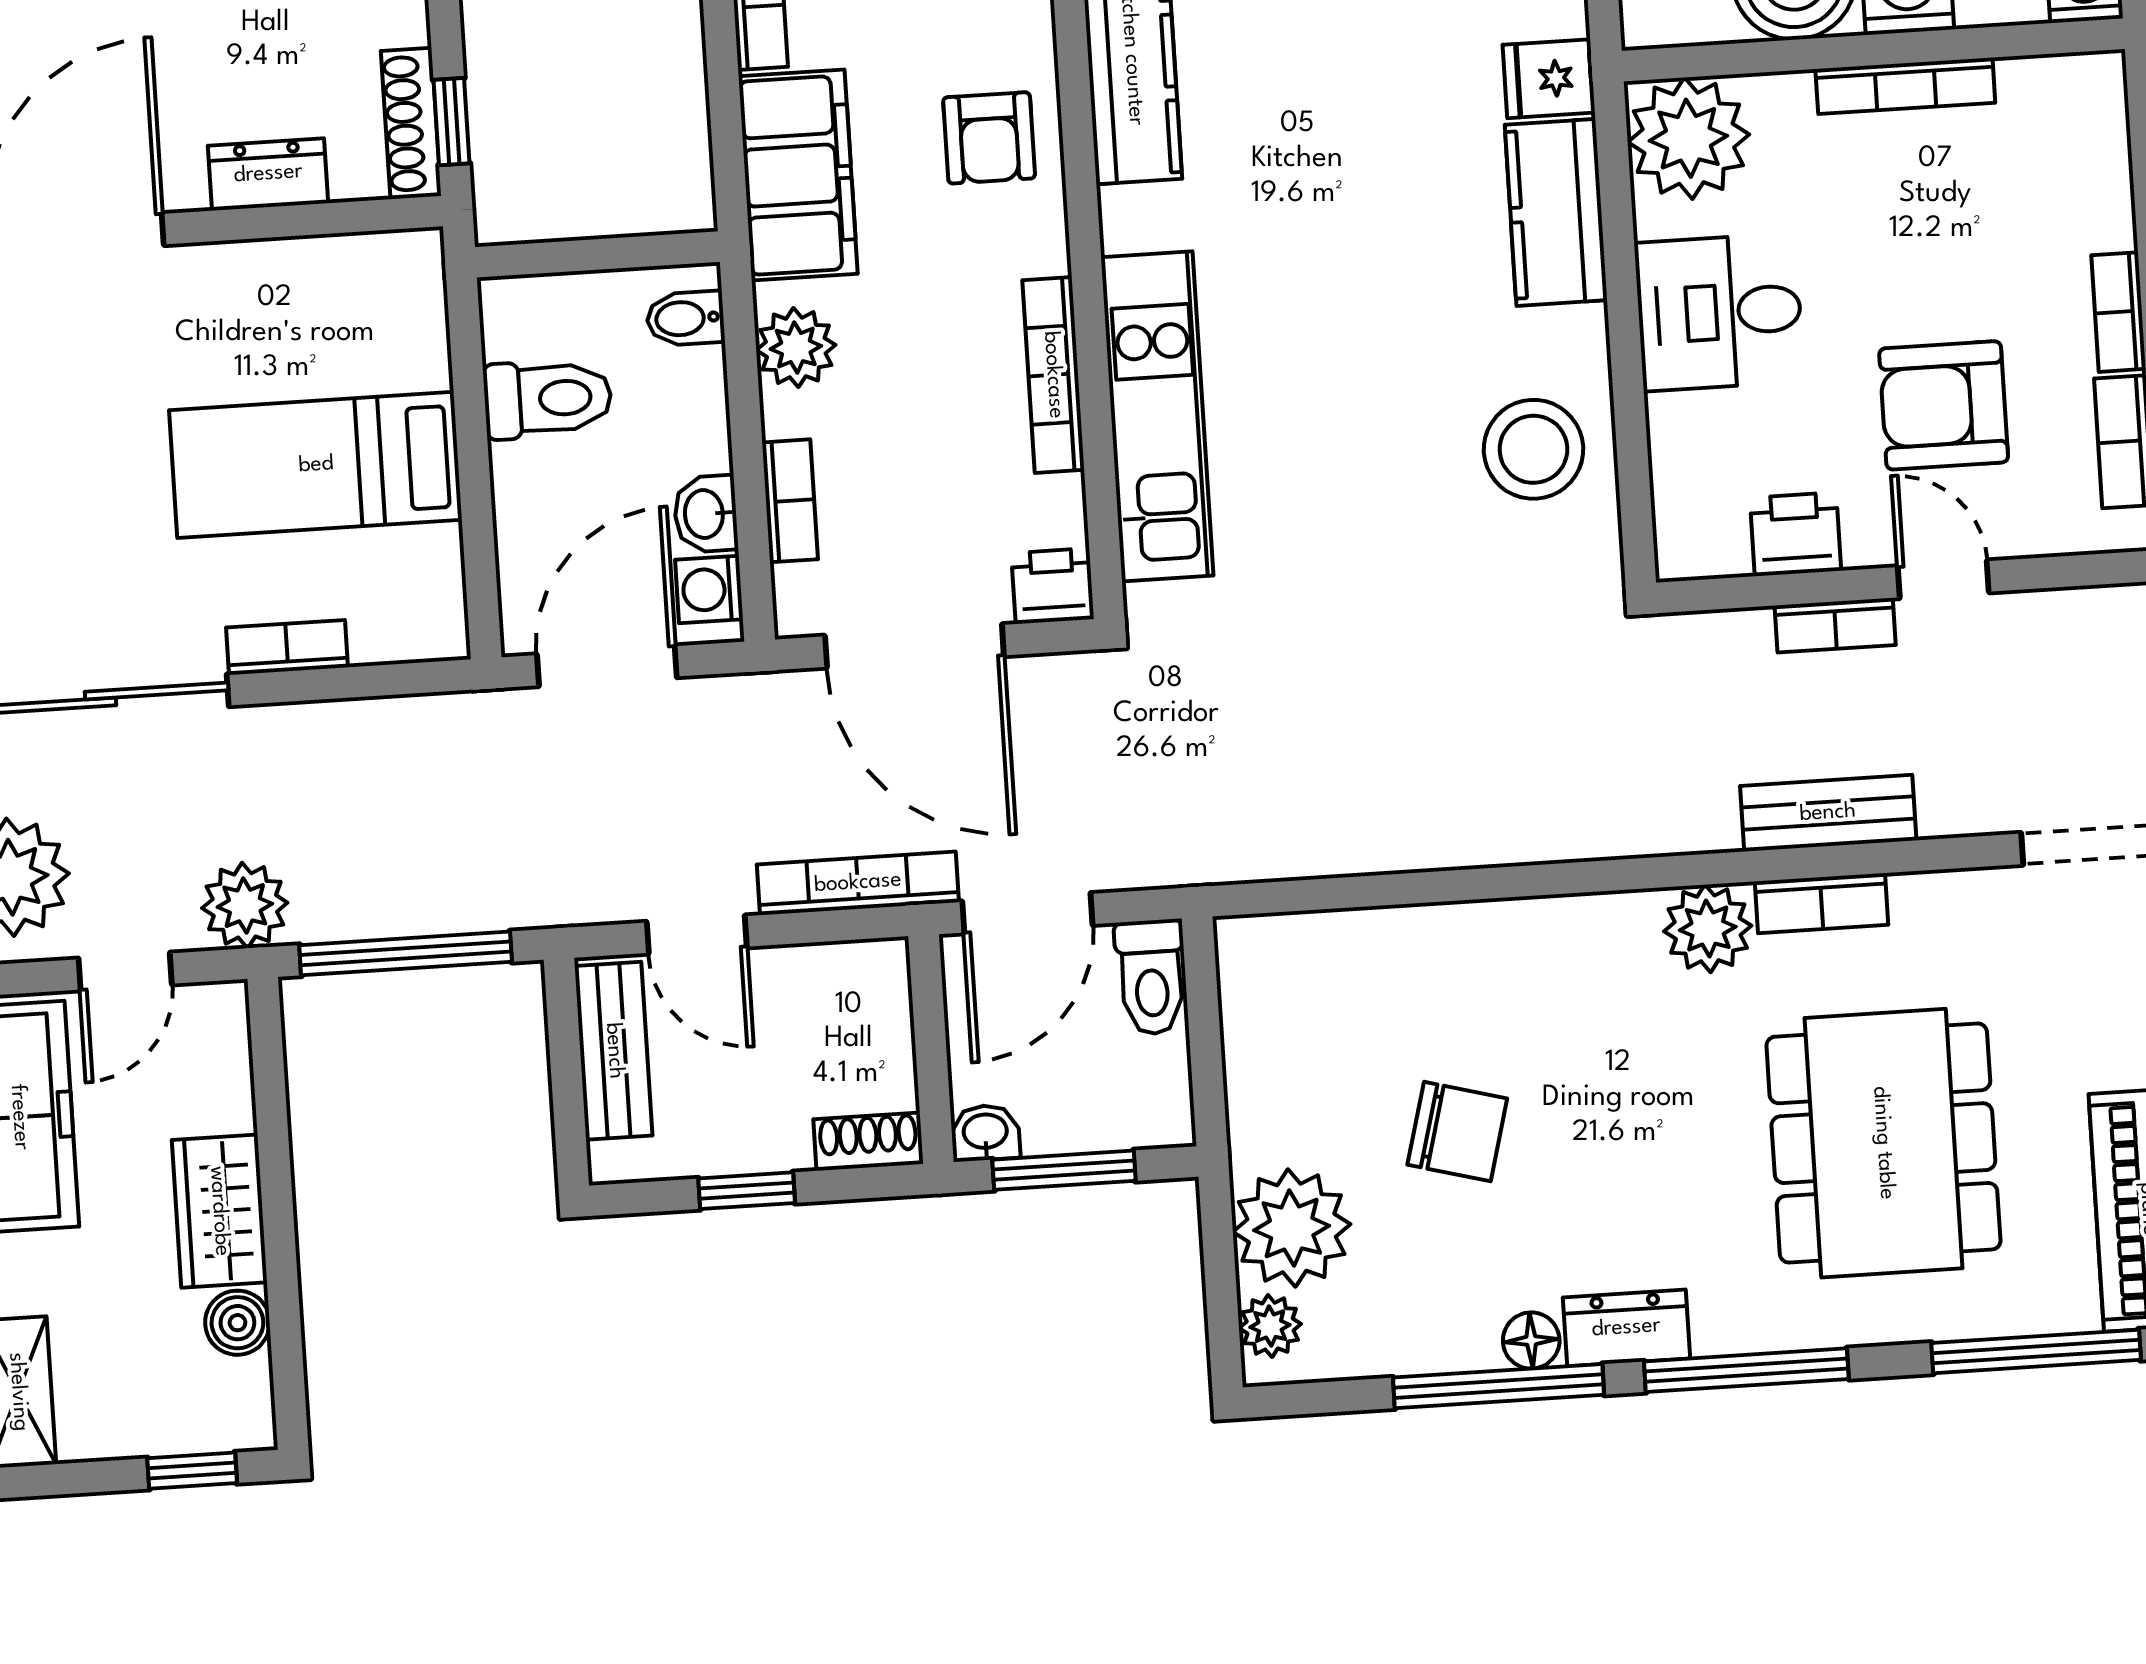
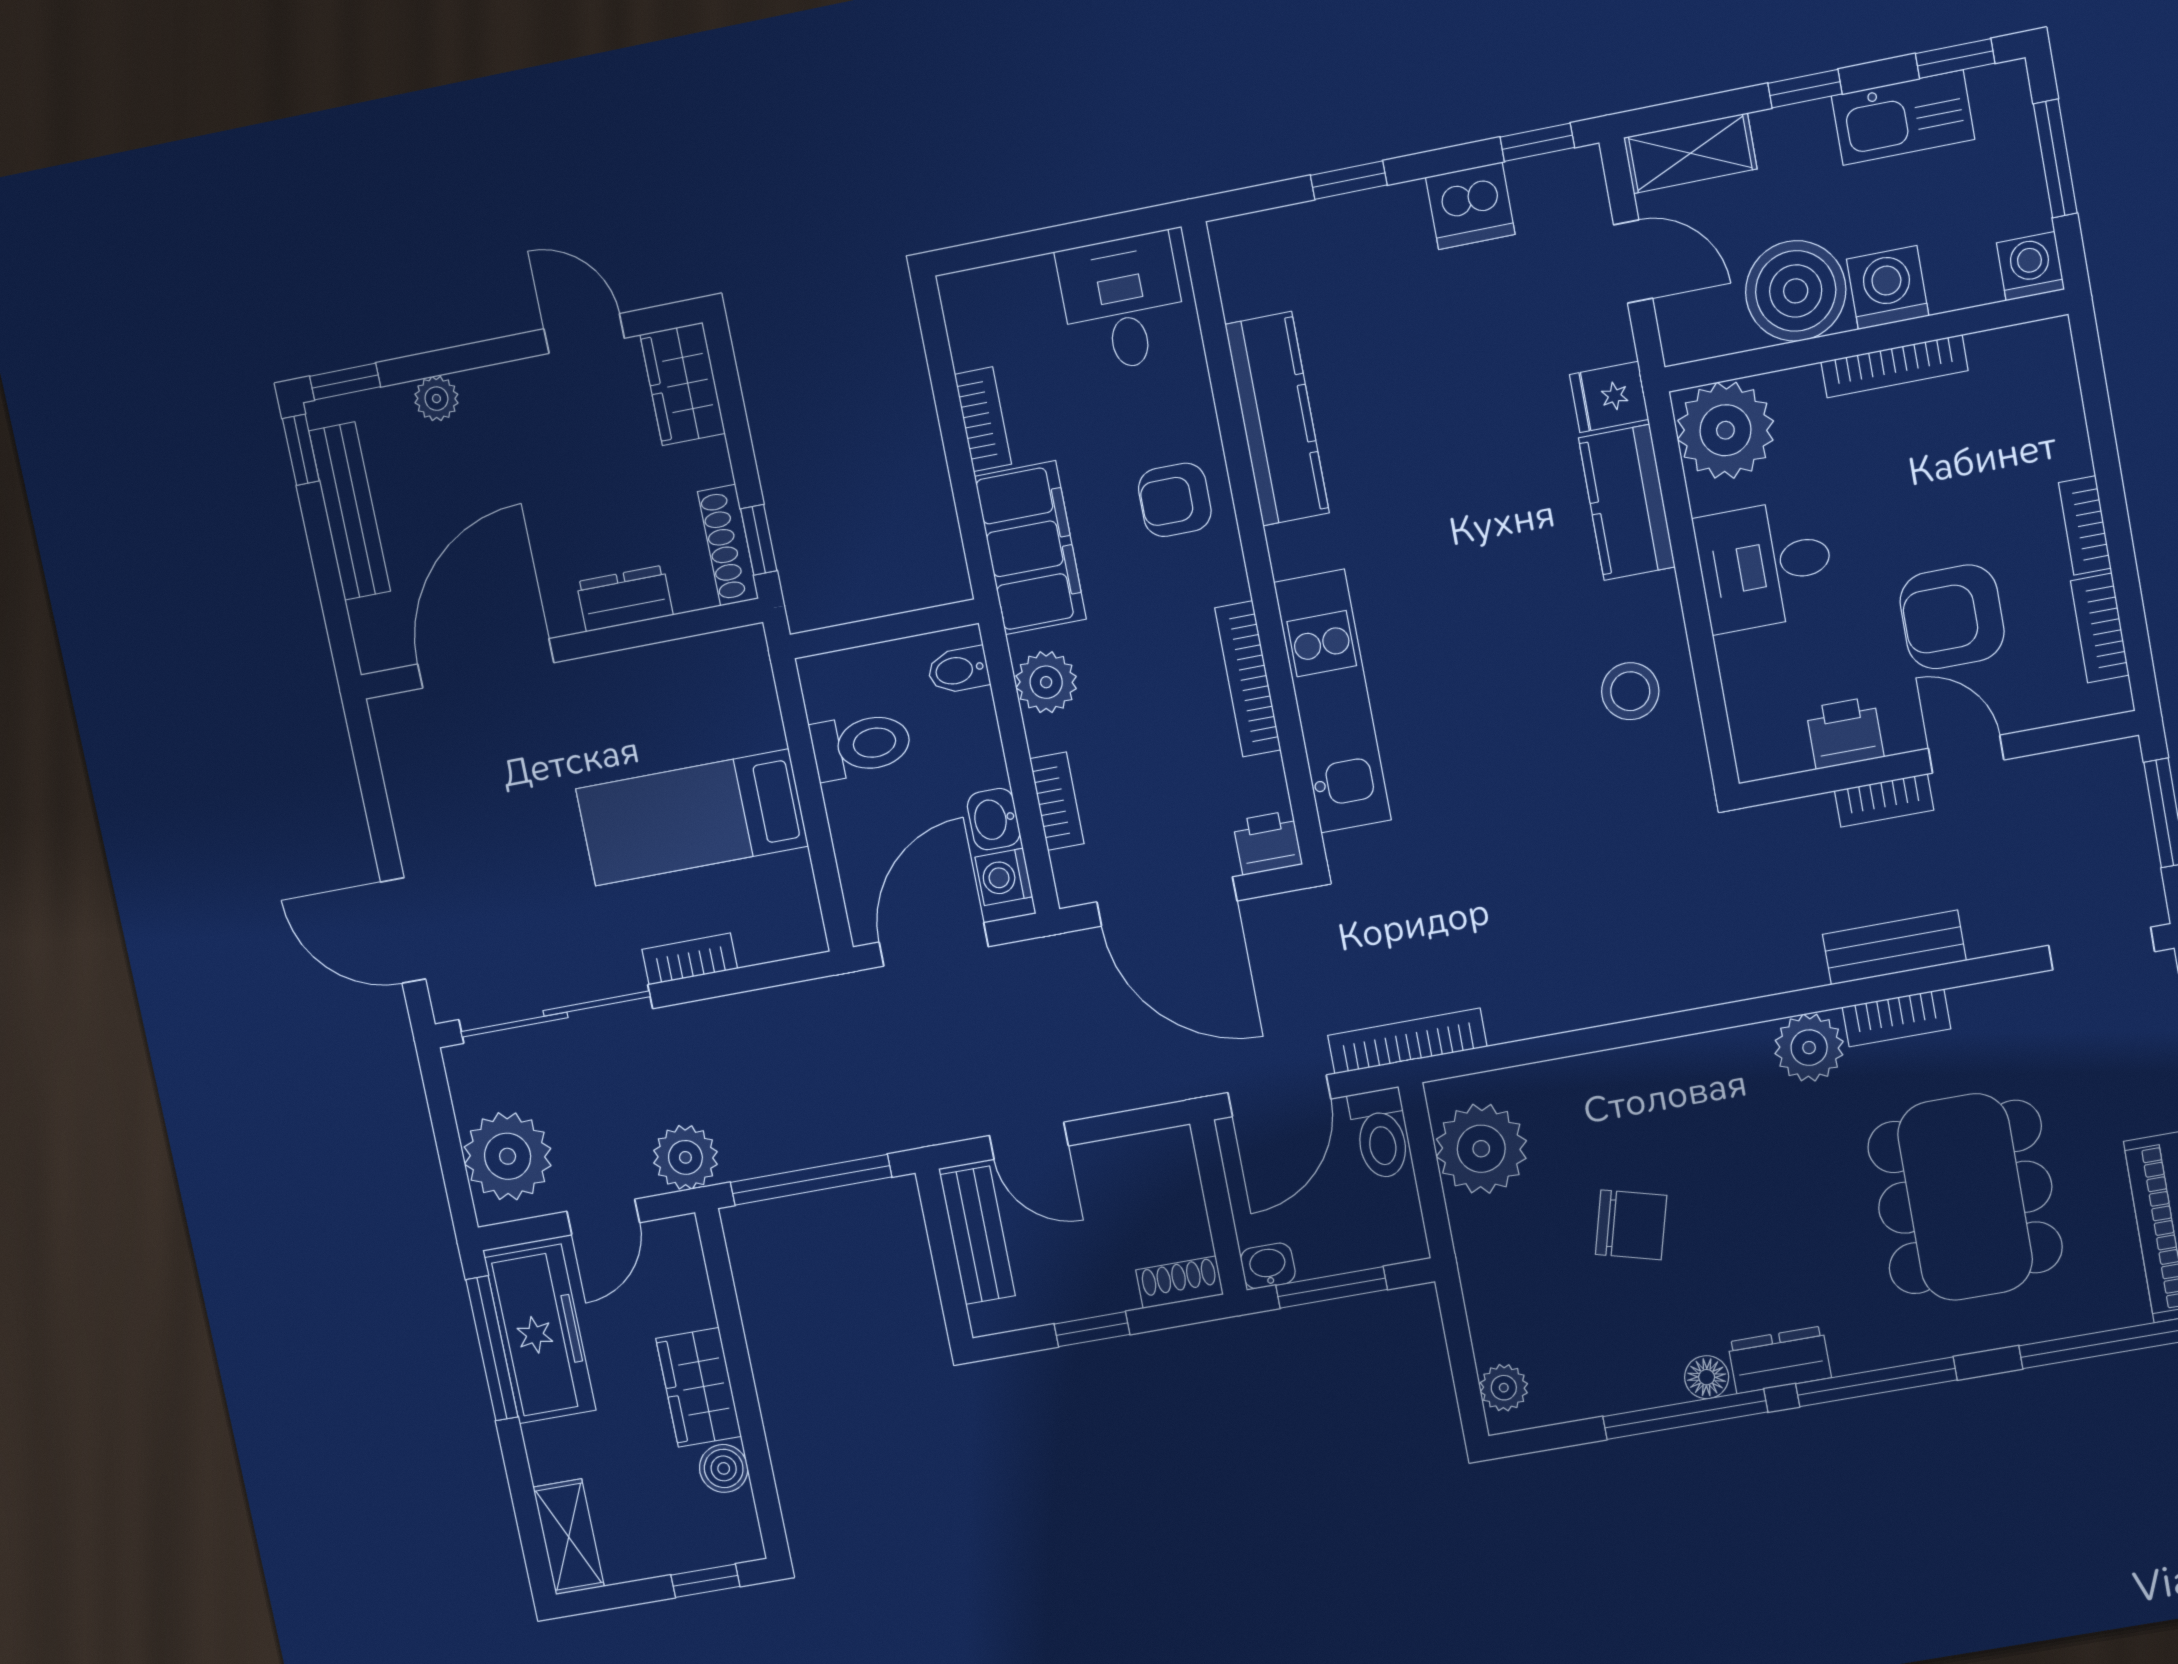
armchair: (989, 138) -> (1175, 500), turned 90
stool: (1533, 449) -> (1630, 691), width x0.73, depth x0.73
bookcase: (858, 883) -> (1407, 1041), moved
plant: (1292, 1228) -> (1481, 1149), moved

